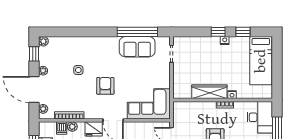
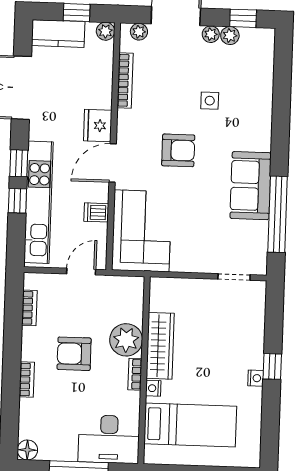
window: (243, 32) -> (271, 413), removed
plant: (43, 41) -> (230, 36), moved
sofa: (137, 47) -> (251, 186), moved
bed: (261, 61) -> (190, 425), moved, turned 180
plant: (207, 110) -> (126, 340), added
plant: (72, 127) -> (106, 31), moved
dishwasher: (62, 128) -> (96, 212), moved

